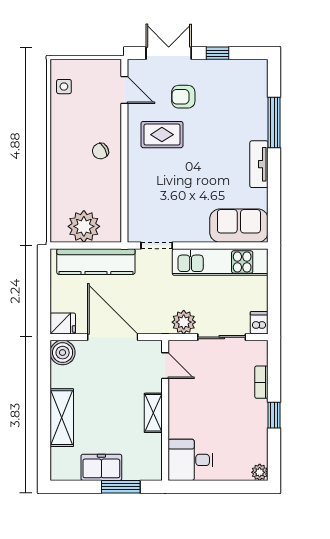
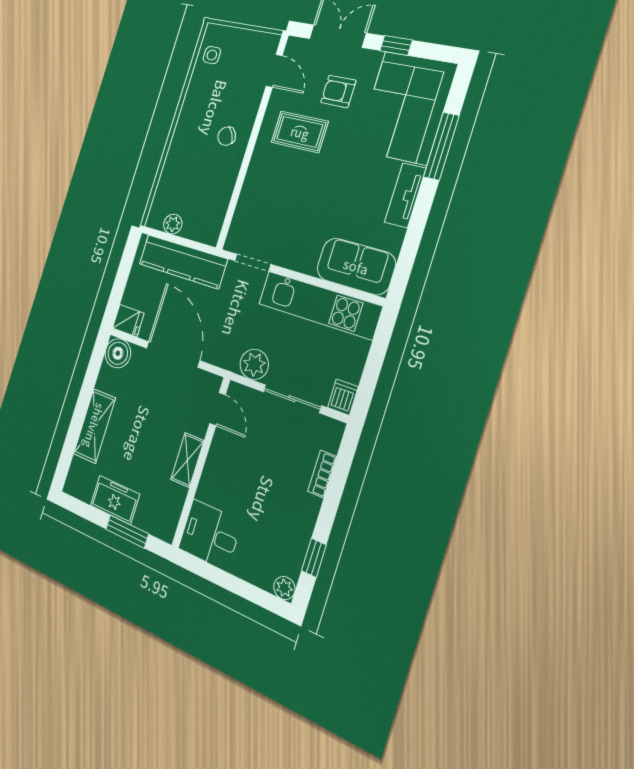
corner sofa: (239, 99) -> (406, 108), added
plant: (84, 226) -> (173, 224), width x0.53, depth x0.53
window: (274, 415) -> (314, 558), moved

